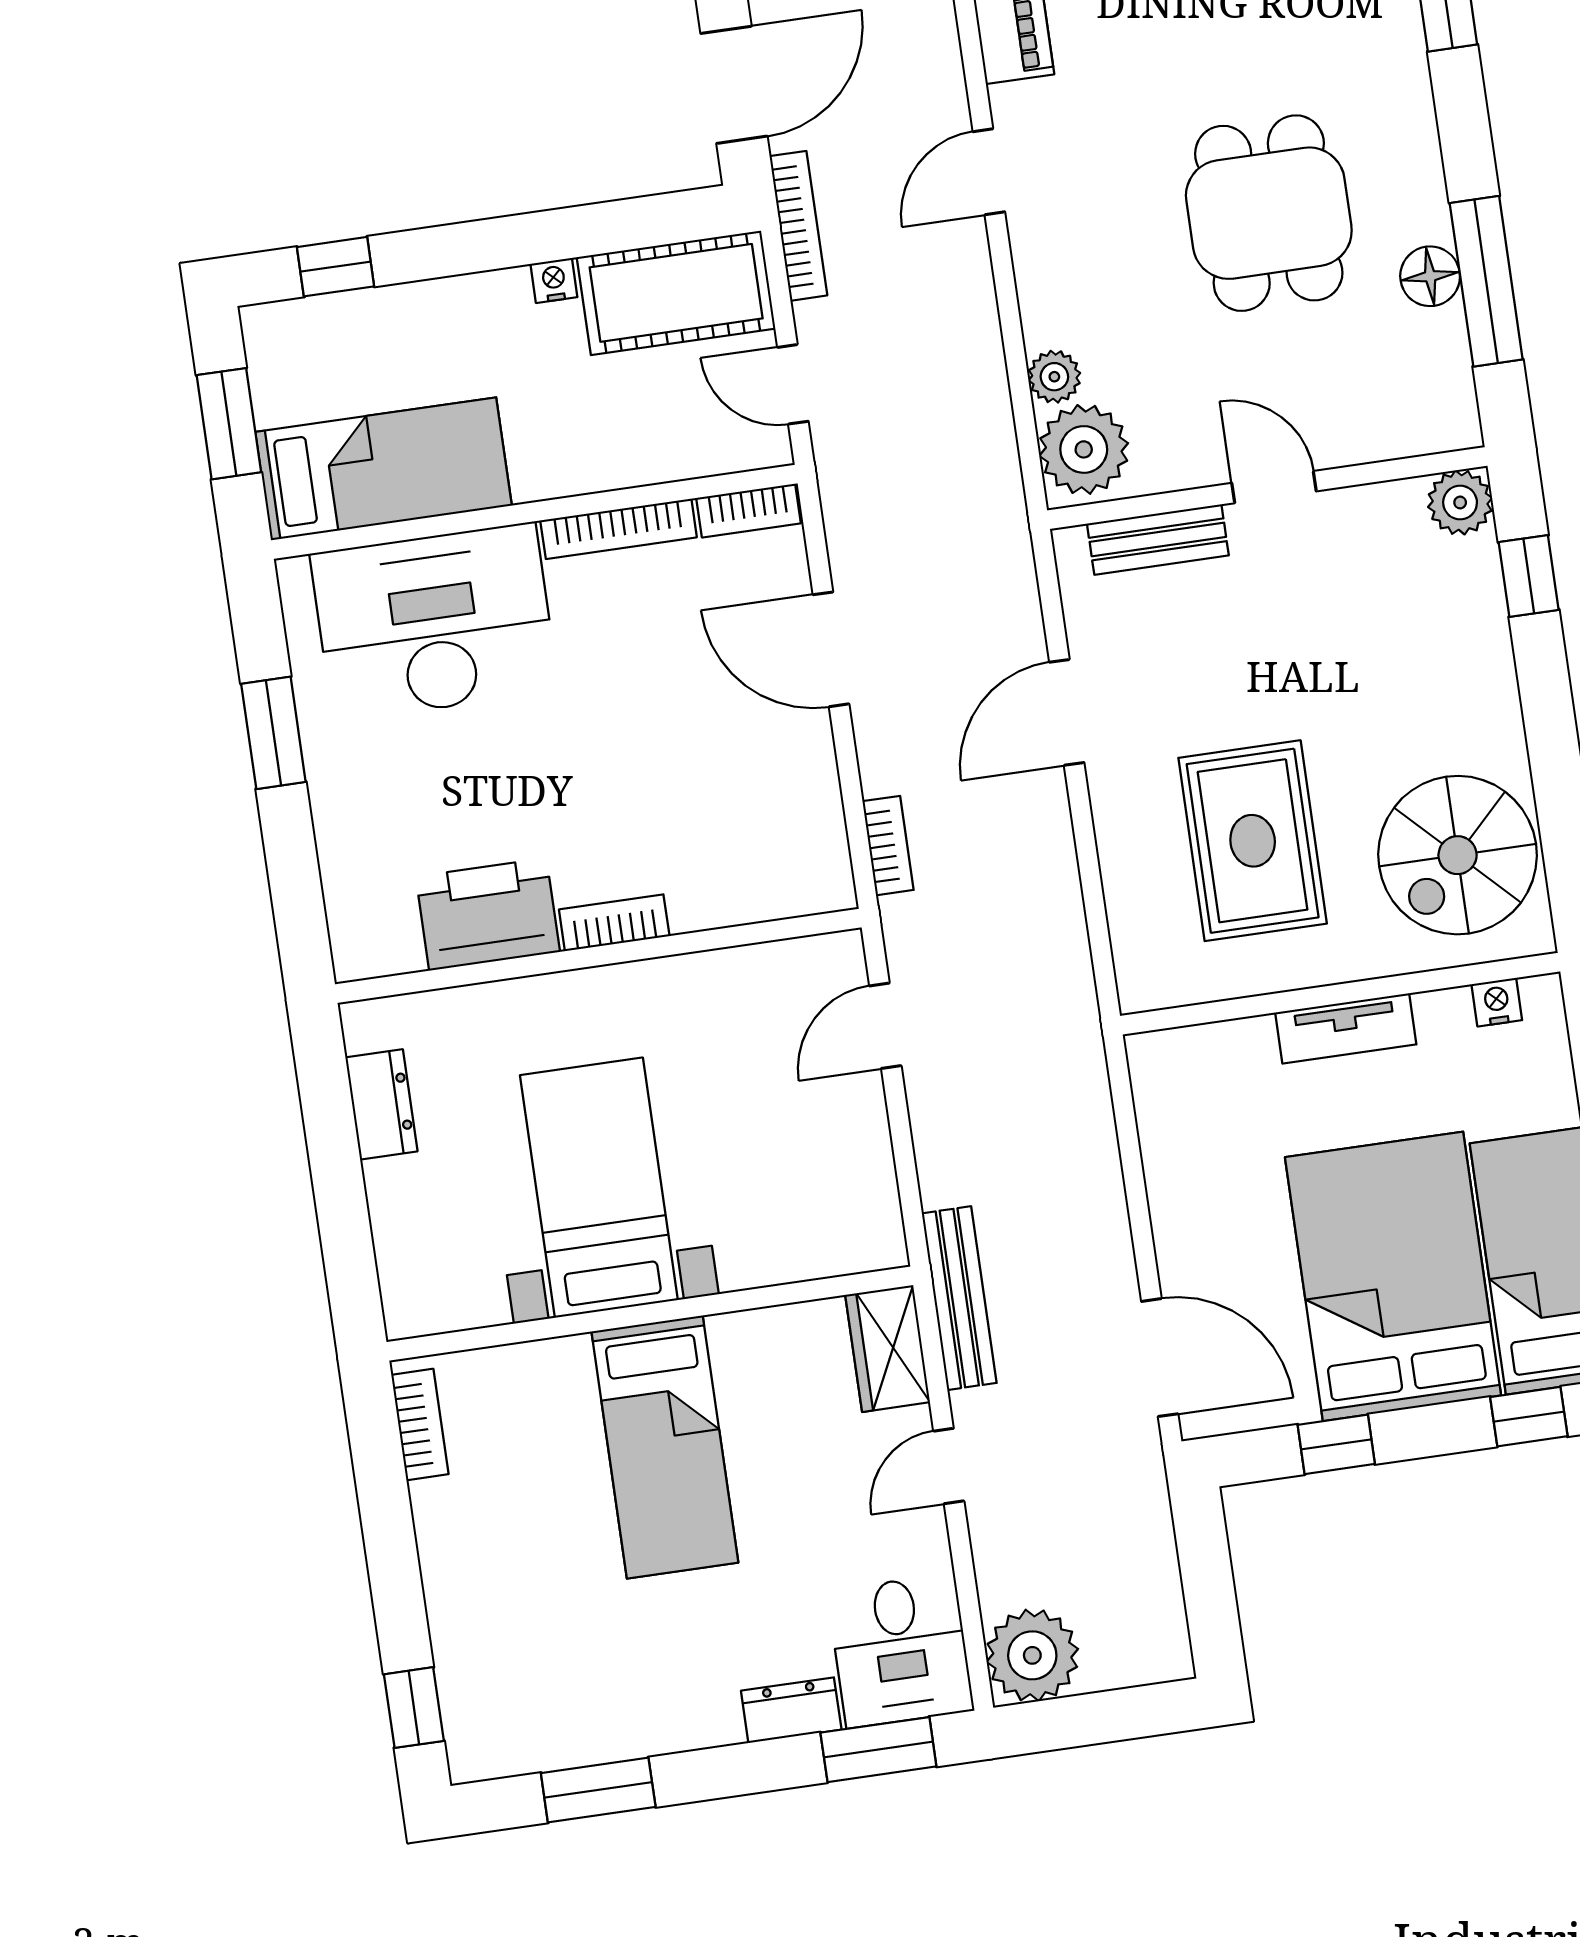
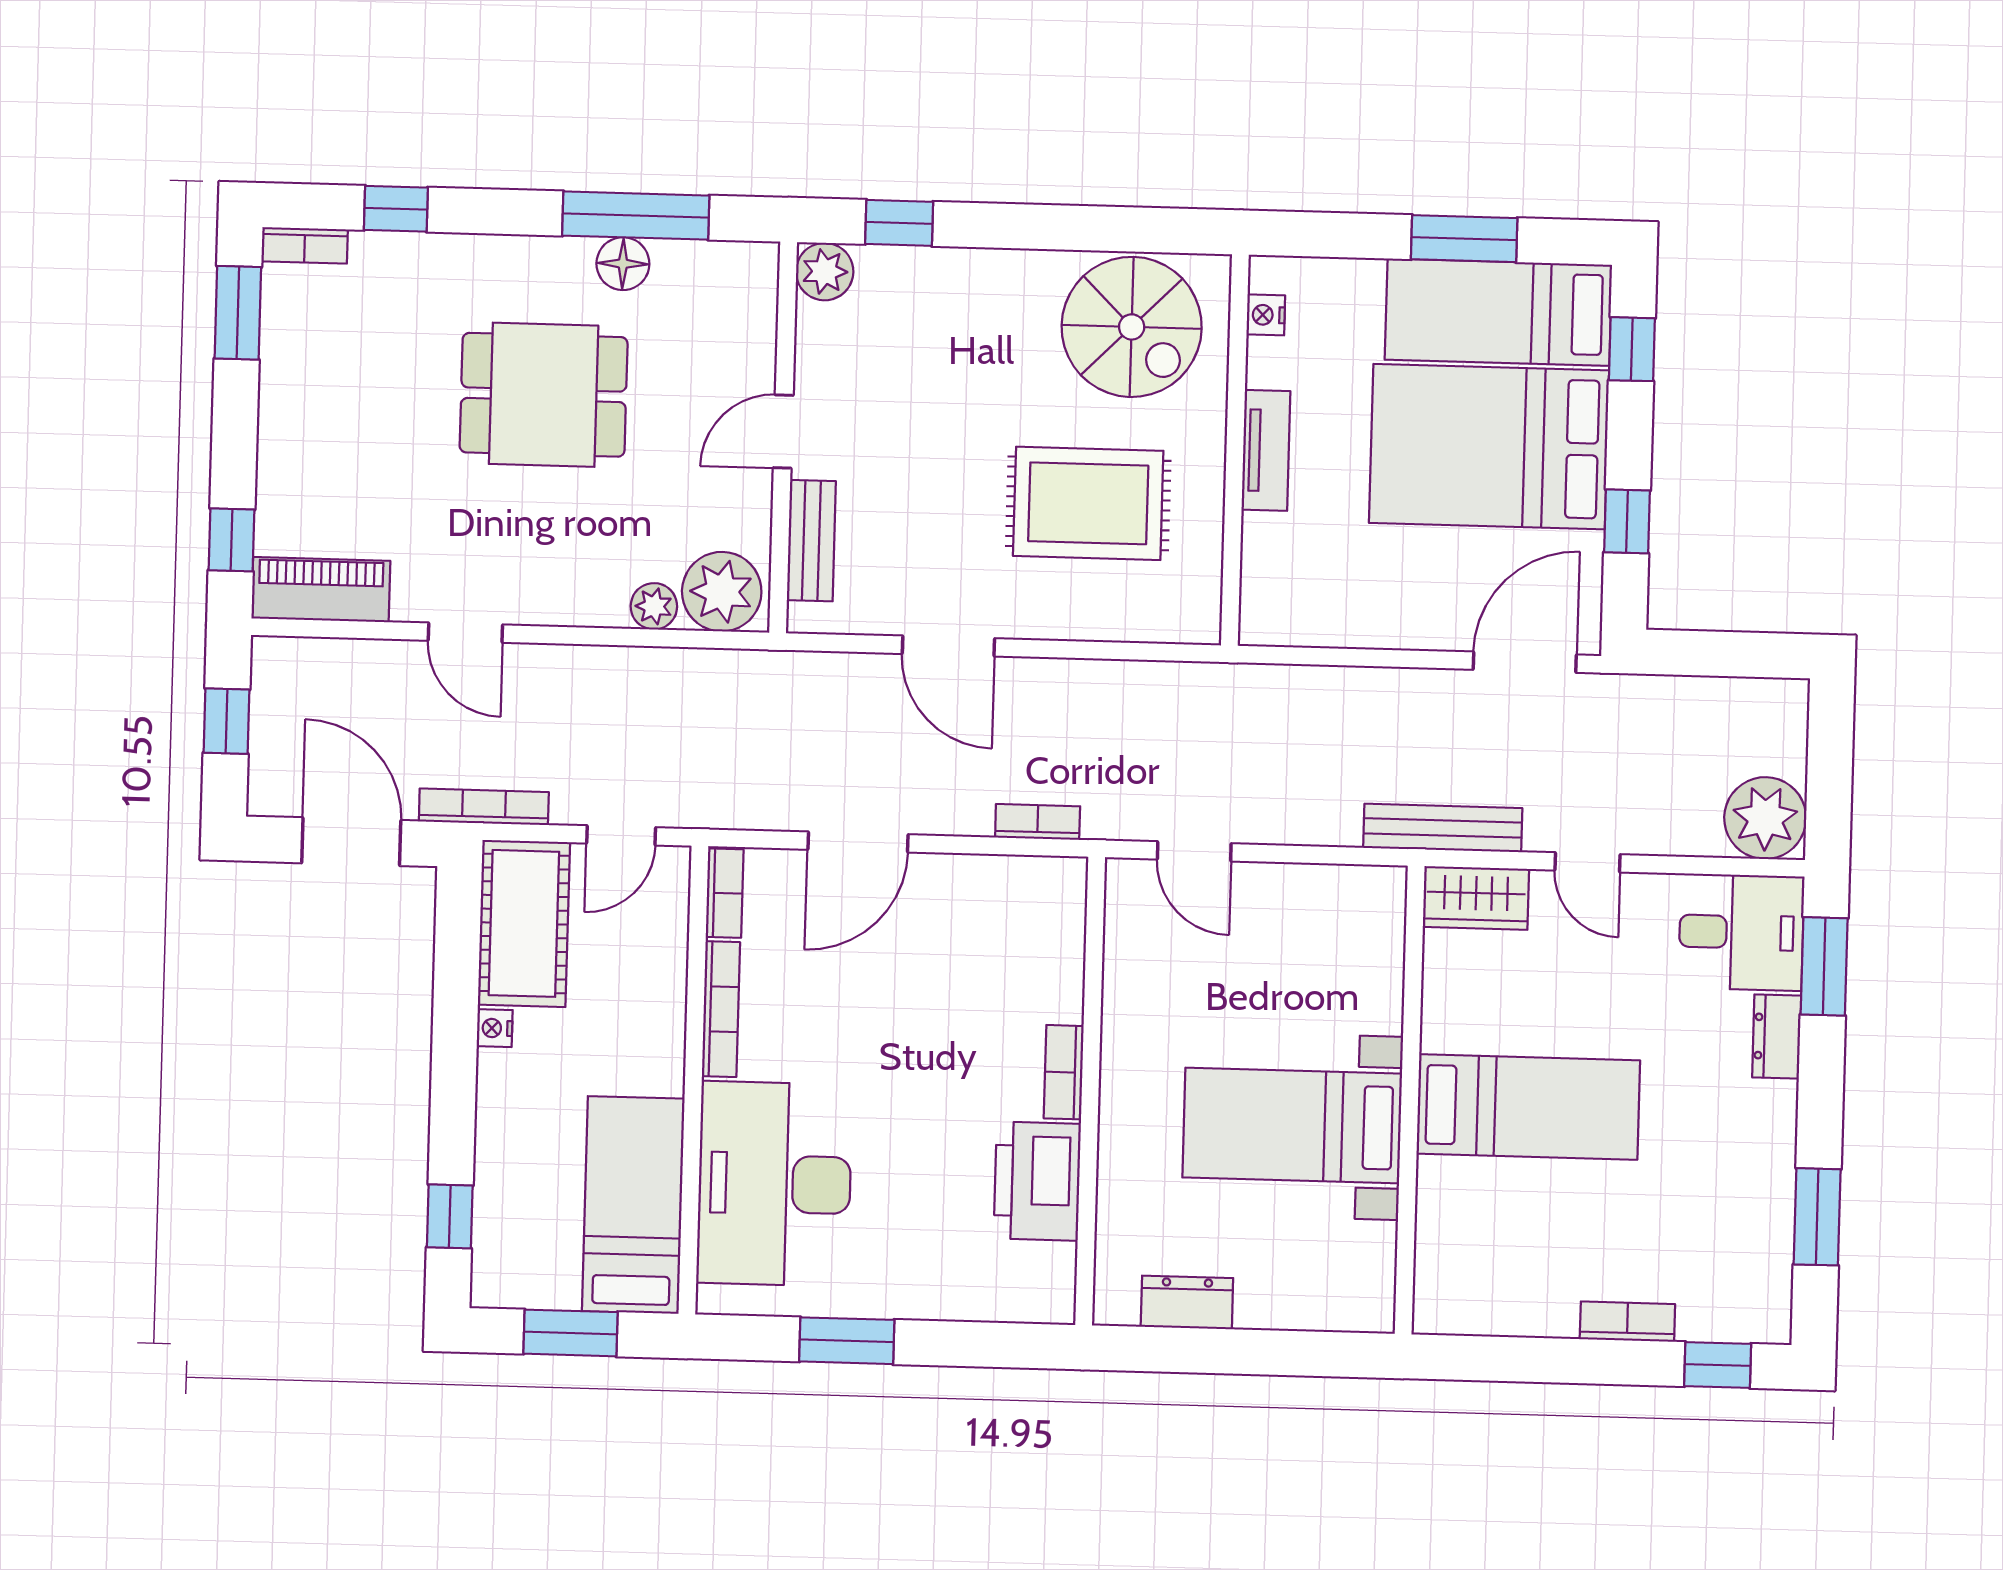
bookcase: (420, 1424) -> (1627, 1322), moved

